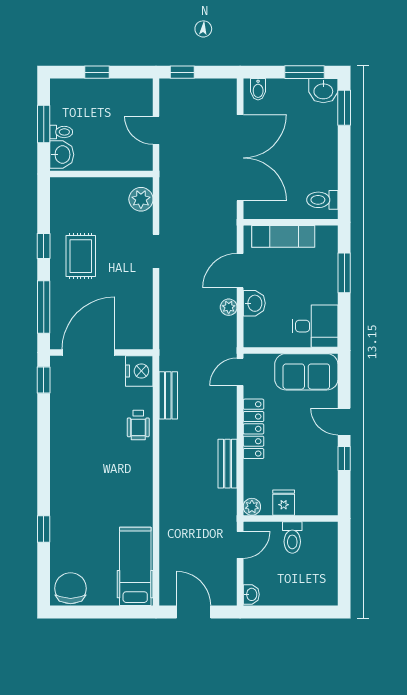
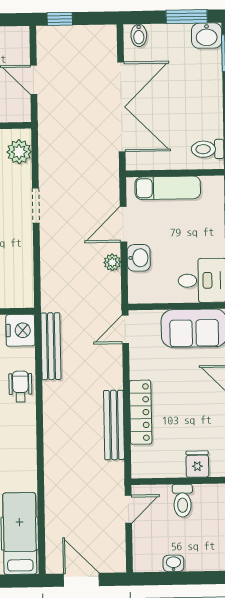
bench: (168, 395) -> (51, 346), width x1.36
wheelchair: (138, 425) -> (20, 386), turned 180
locker: (253, 429) -> (141, 412), moved
bench: (228, 464) -> (114, 425), width x1.36
fridge: (284, 503) -> (197, 464), moved
plant: (252, 507) -> (140, 469), removed
washbasin: (251, 594) -> (173, 563), moved, turned -90

